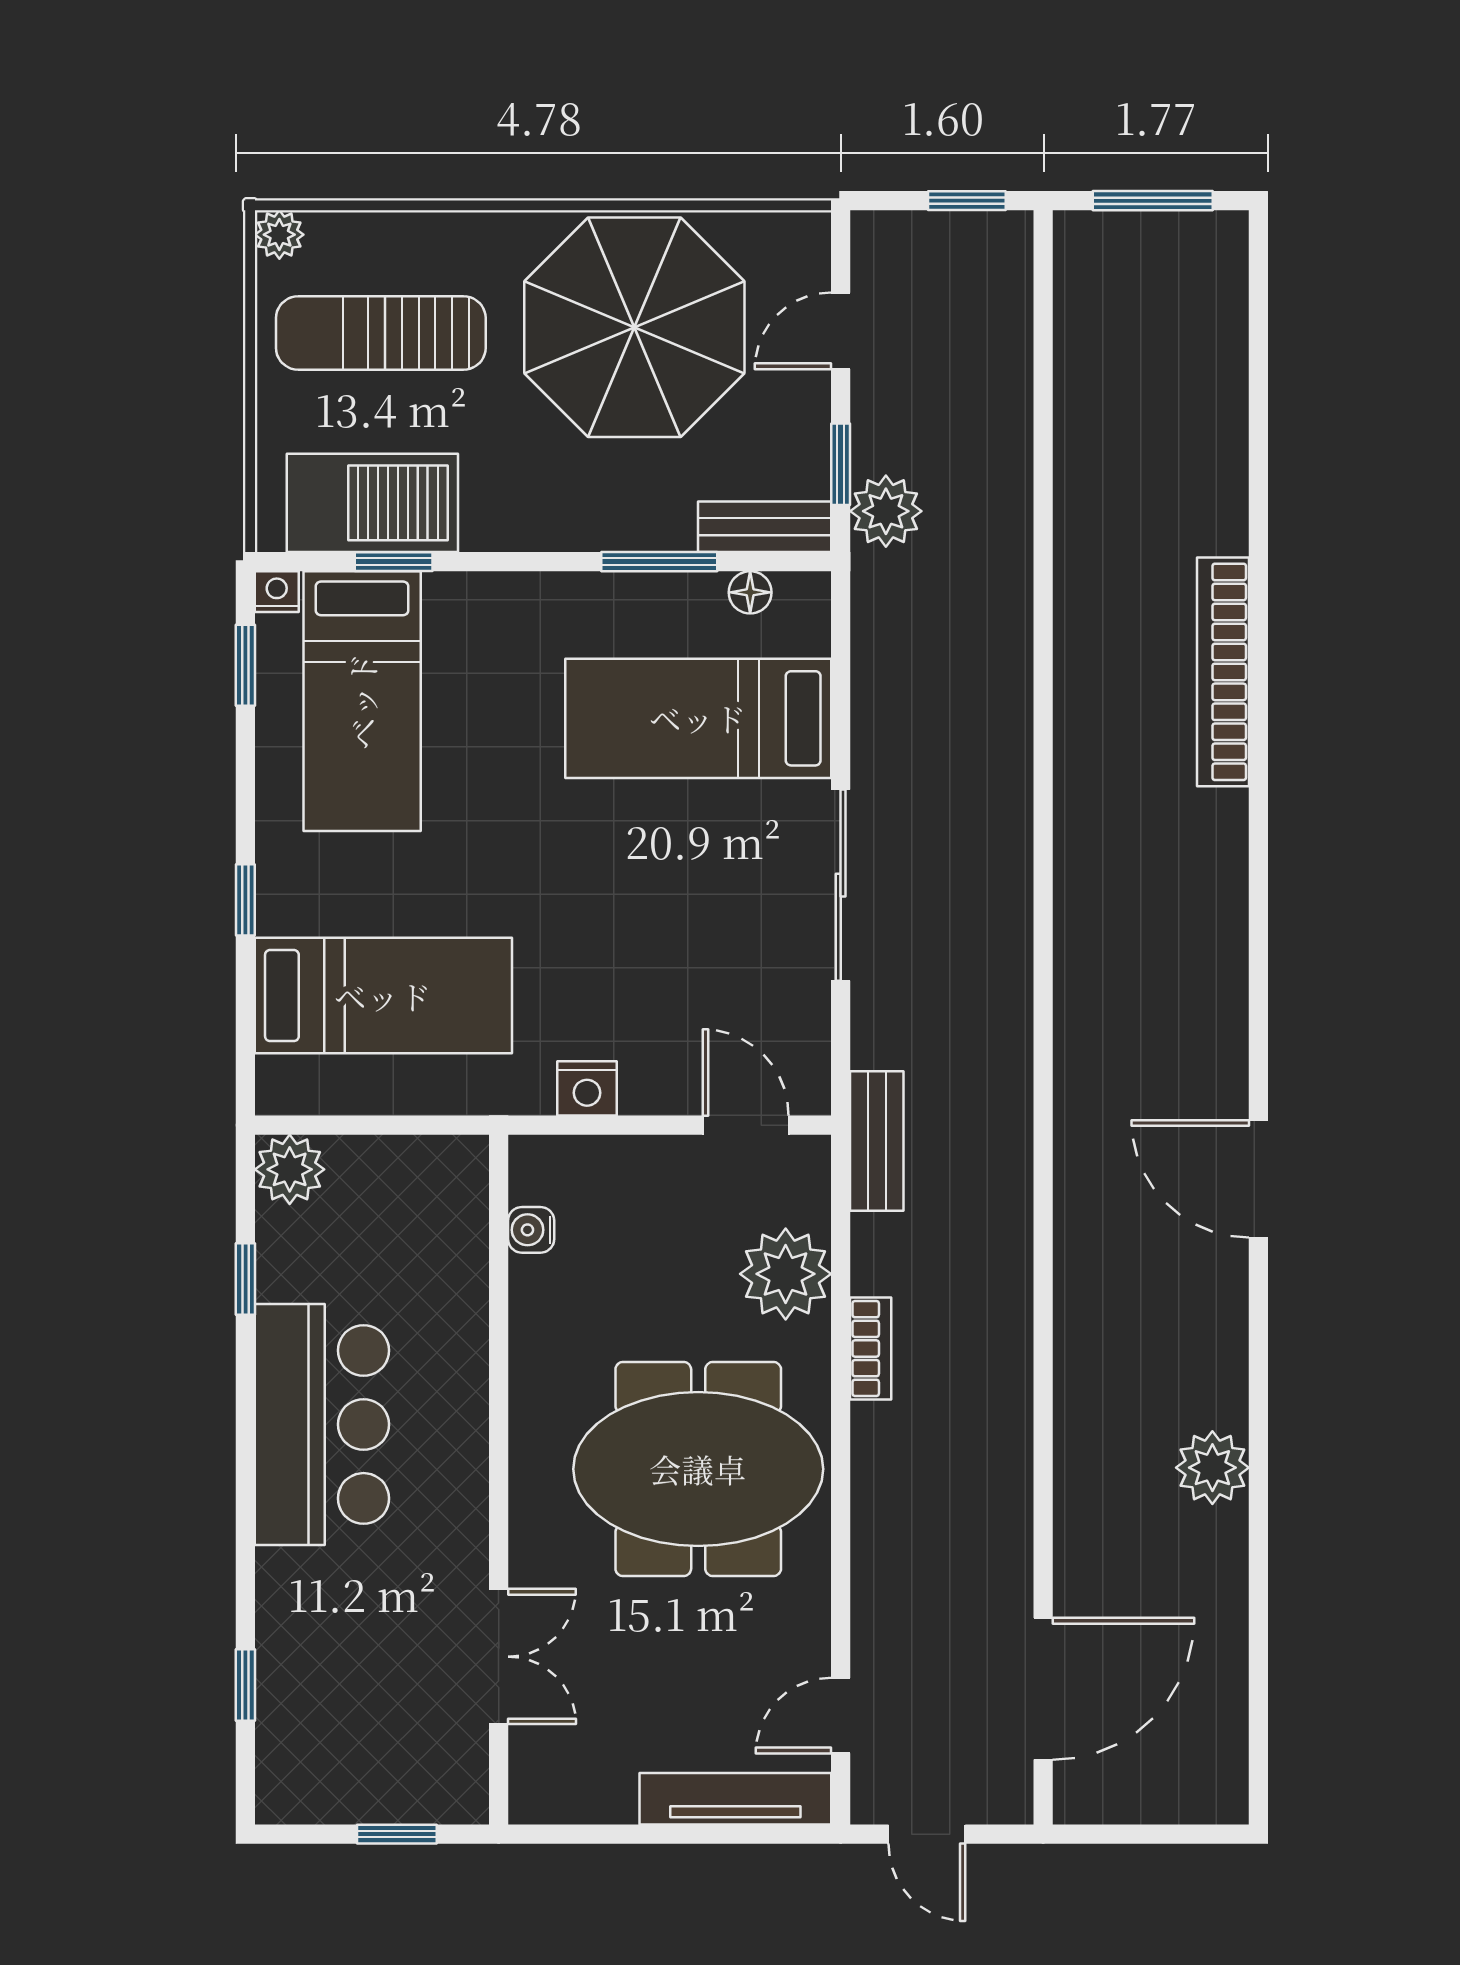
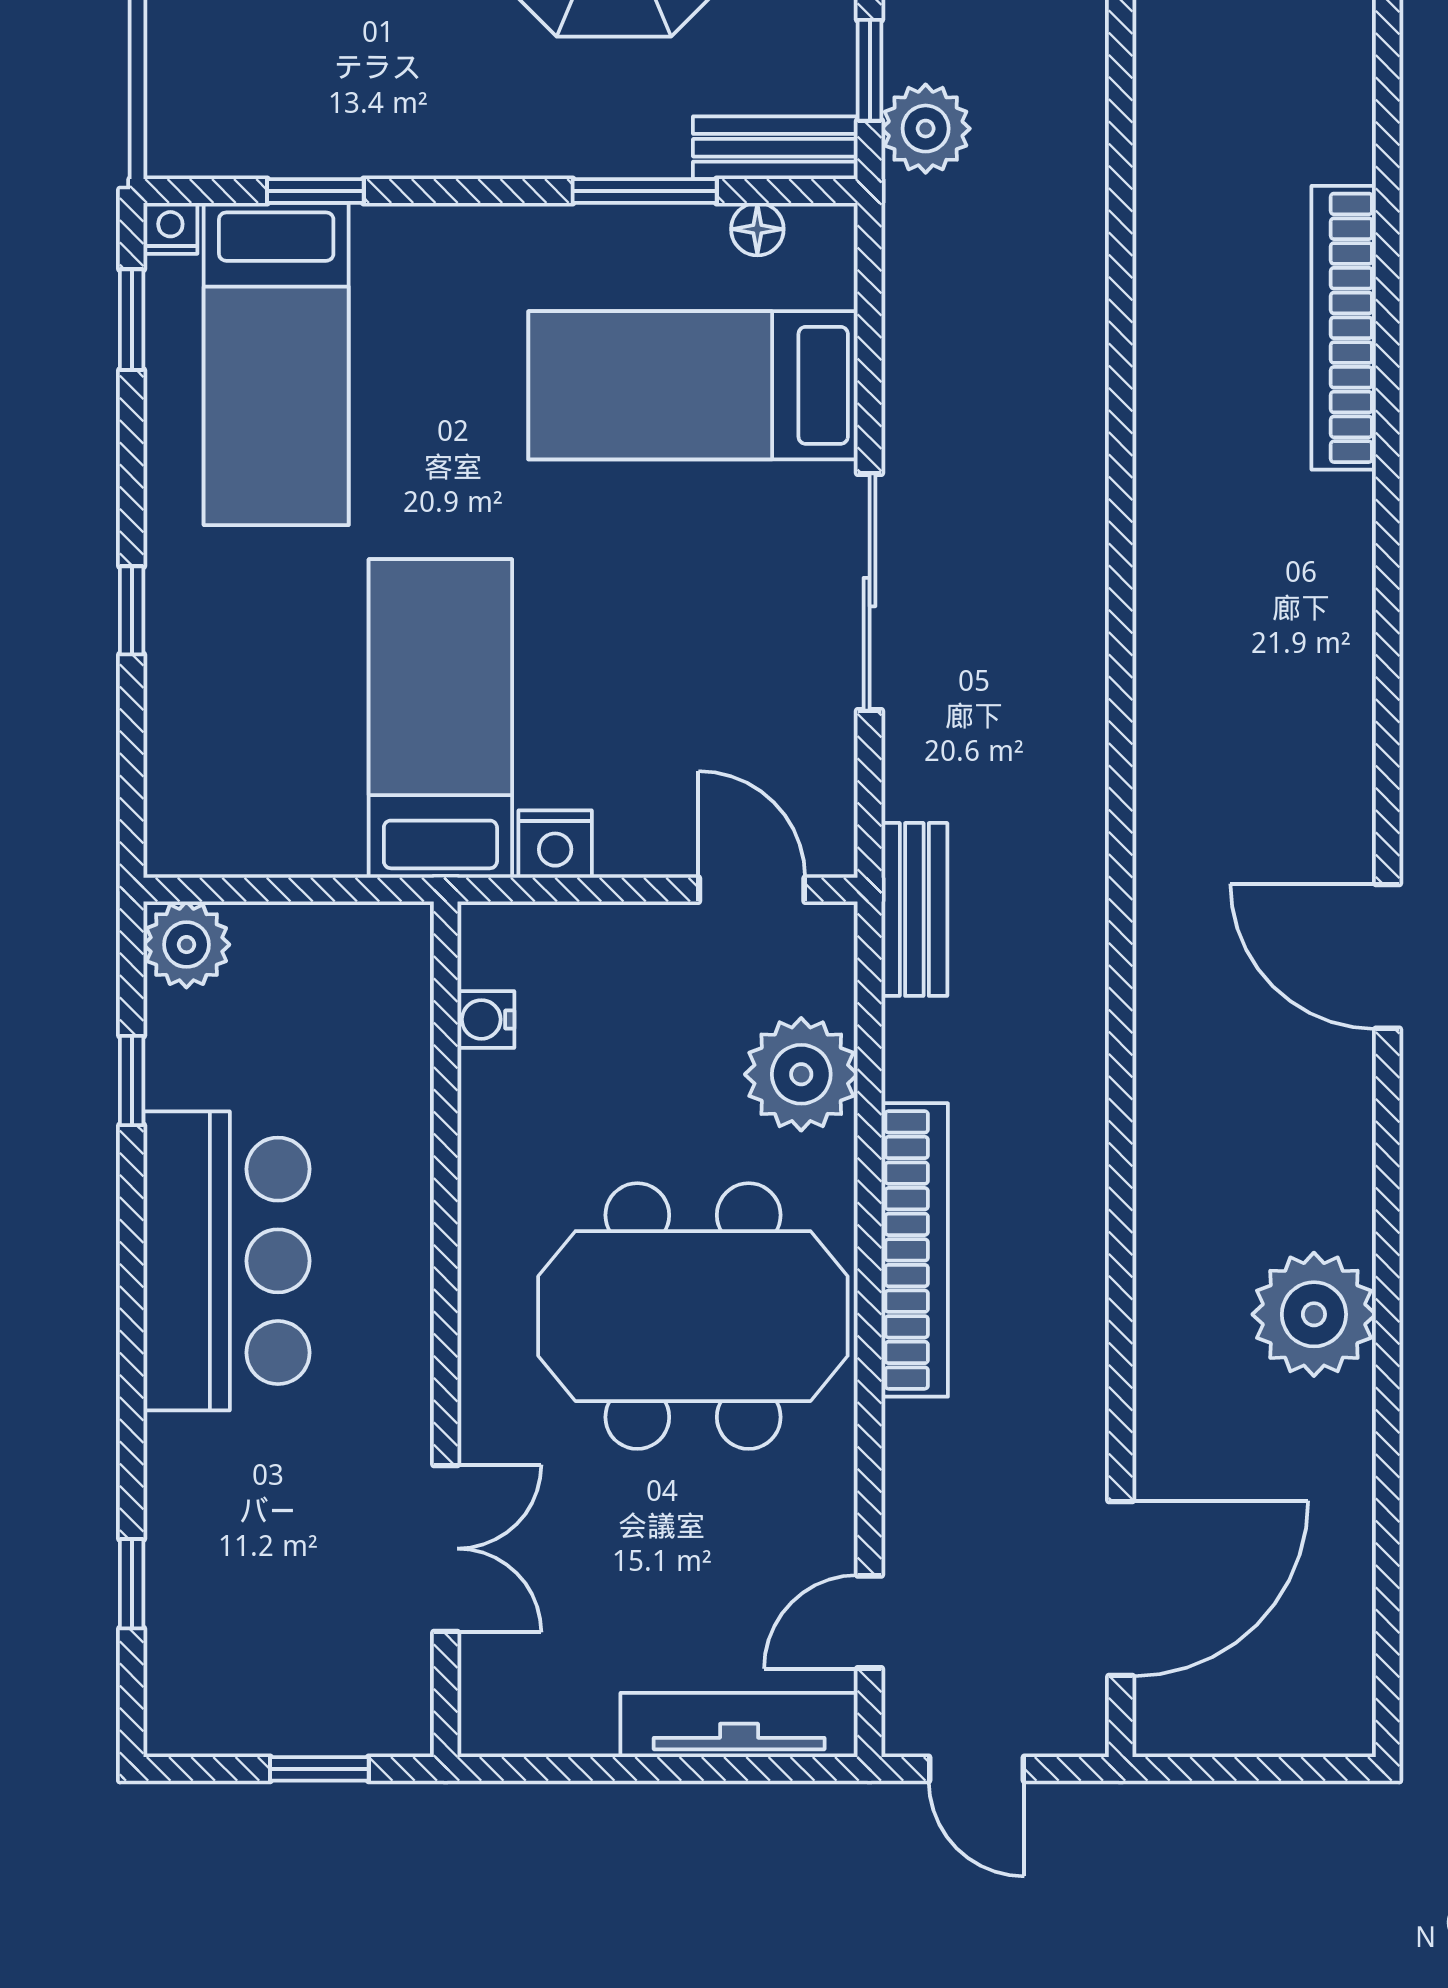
barbecue: (372, 503) -> (289, 118), removed
bed: (383, 996) -> (440, 719), moved, turned -90
bookcase: (871, 1349) -> (915, 1250), width x2.31, depth x1.31
plant: (1212, 1468) -> (1314, 1314), width x1.36, depth x1.36

